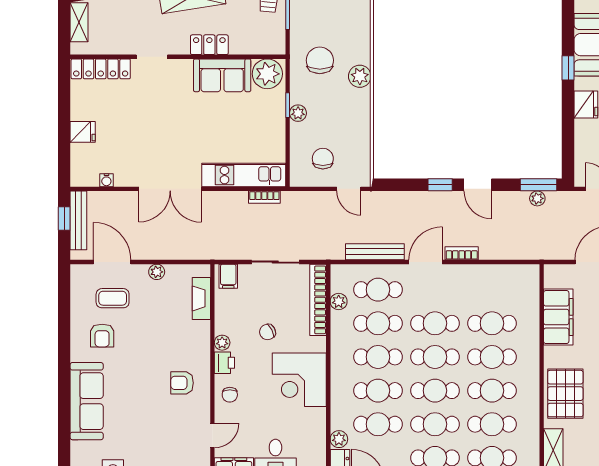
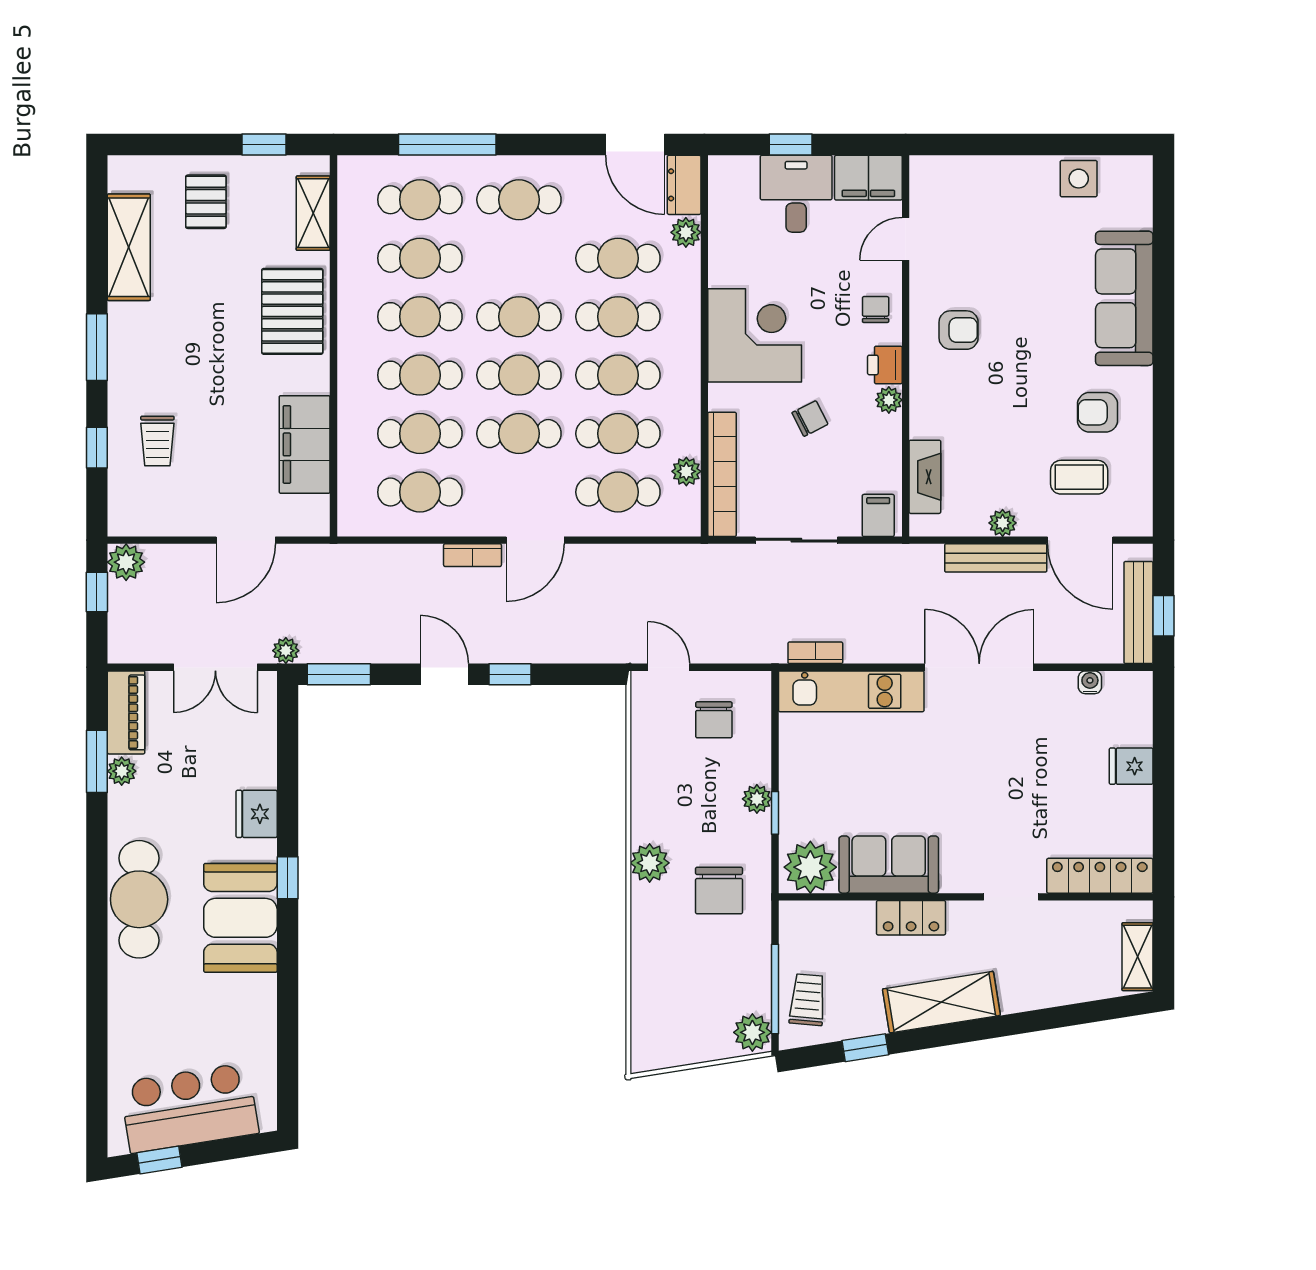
plant: (537, 198) -> (286, 651), moved
bench: (375, 252) -> (996, 558), moved
armchair: (102, 336) -> (1097, 412), turned -90
cafe table: (435, 424) -> (420, 492), moved

